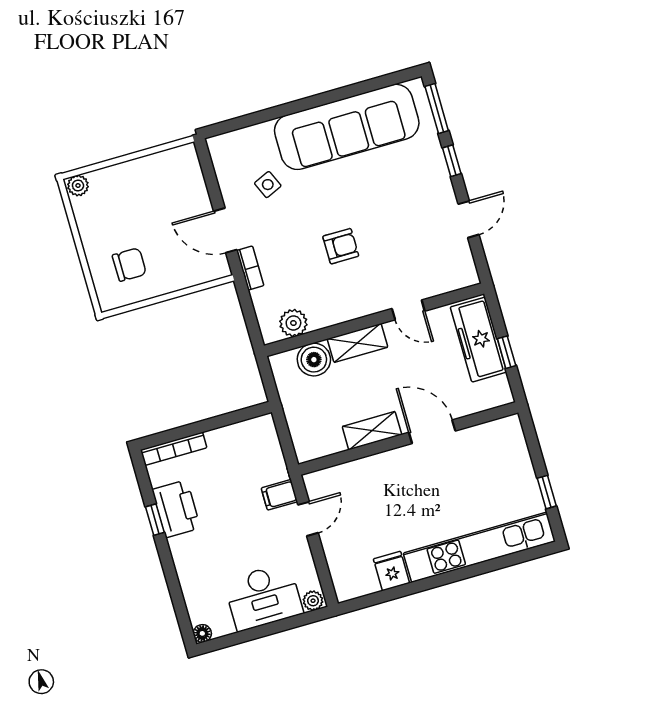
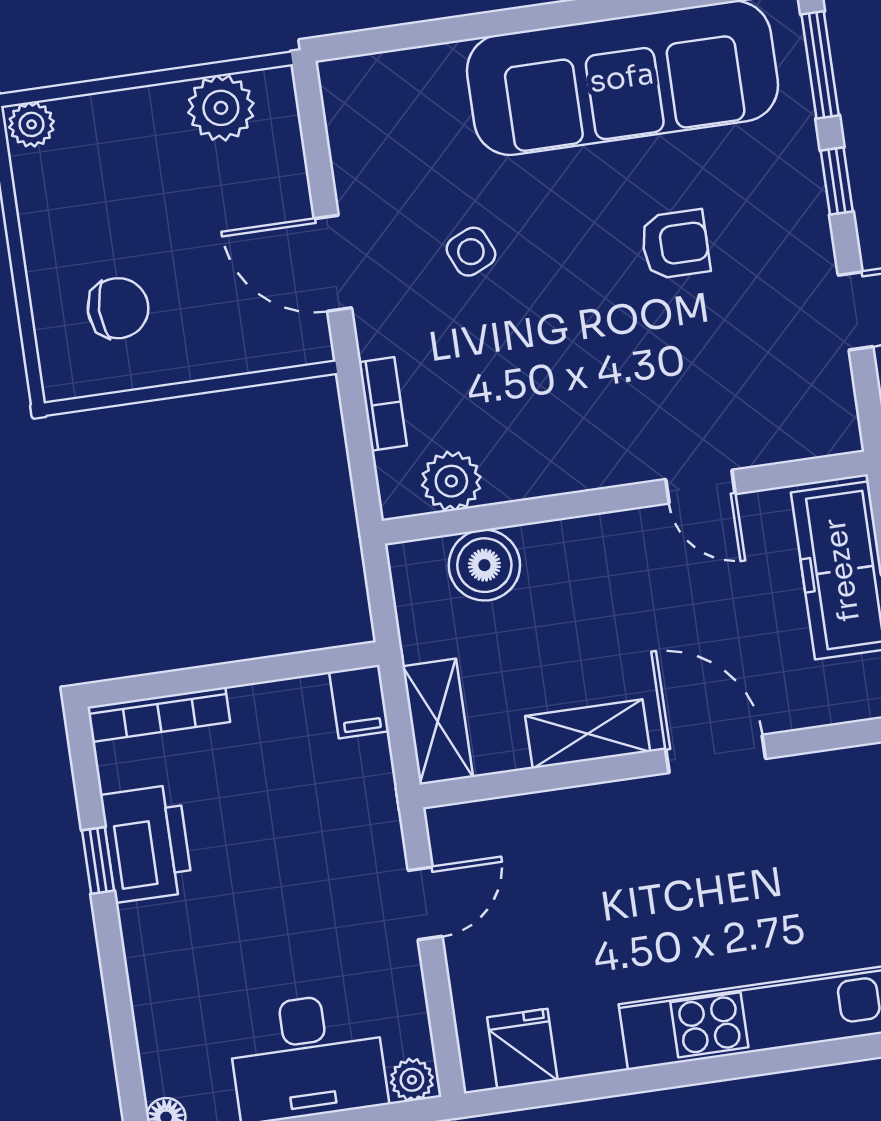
plant: (164, 166) -> (221, 108), added
side table: (268, 185) -> (471, 252), moved
armchair: (341, 246) -> (675, 244), moved
bookcase: (250, 268) -> (383, 404), moved
shelving: (357, 343) -> (438, 722), moved, turned 90
filing cabinet: (279, 495) -> (359, 702), moved, turned -90
fridge: (392, 571) -> (522, 1049), moved

